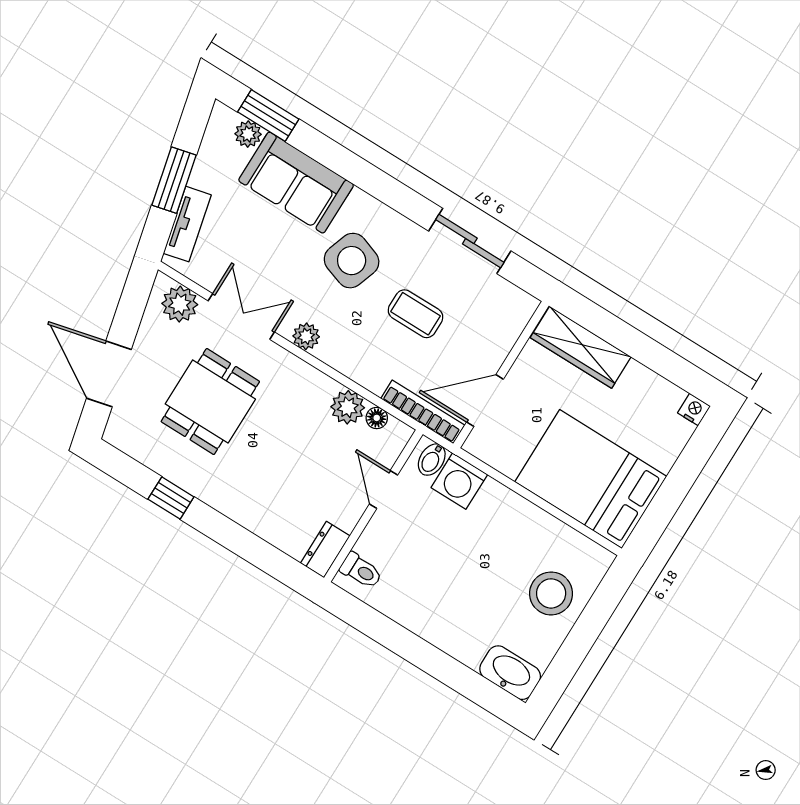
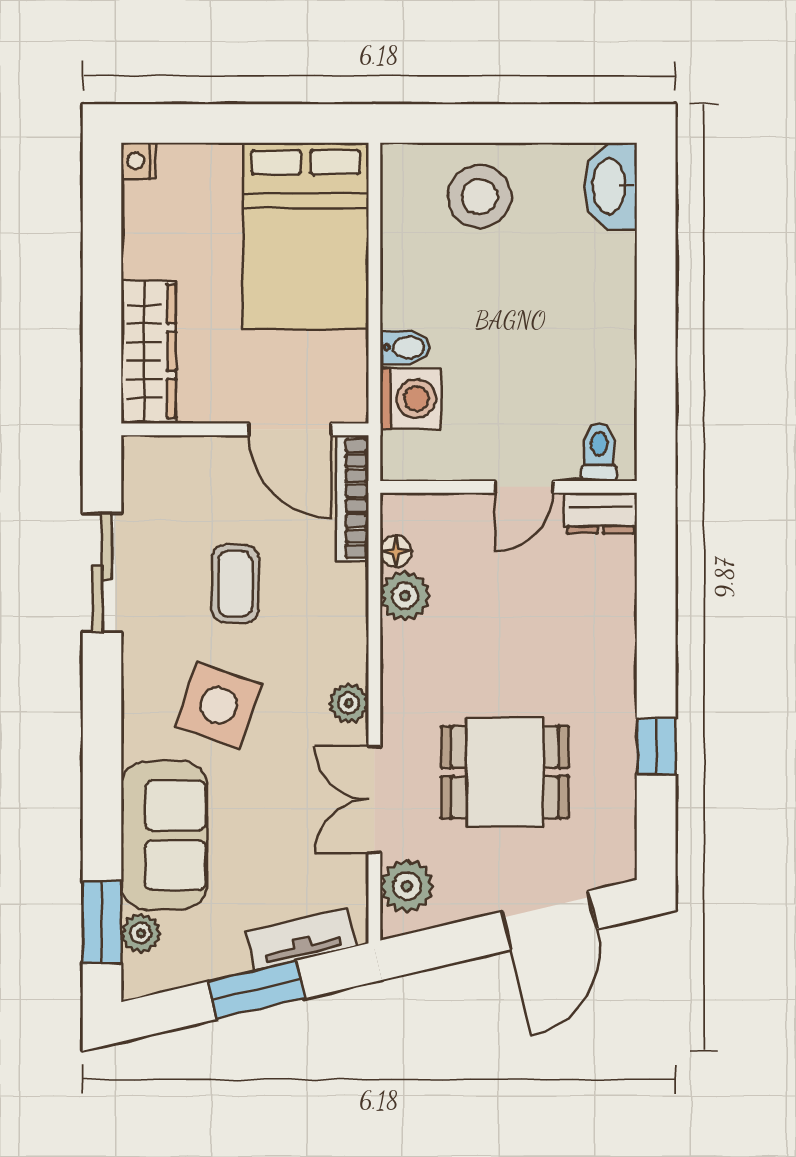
bidet: (432, 460) -> (405, 347), moved
door: (384, 490) -> (524, 487), moved

